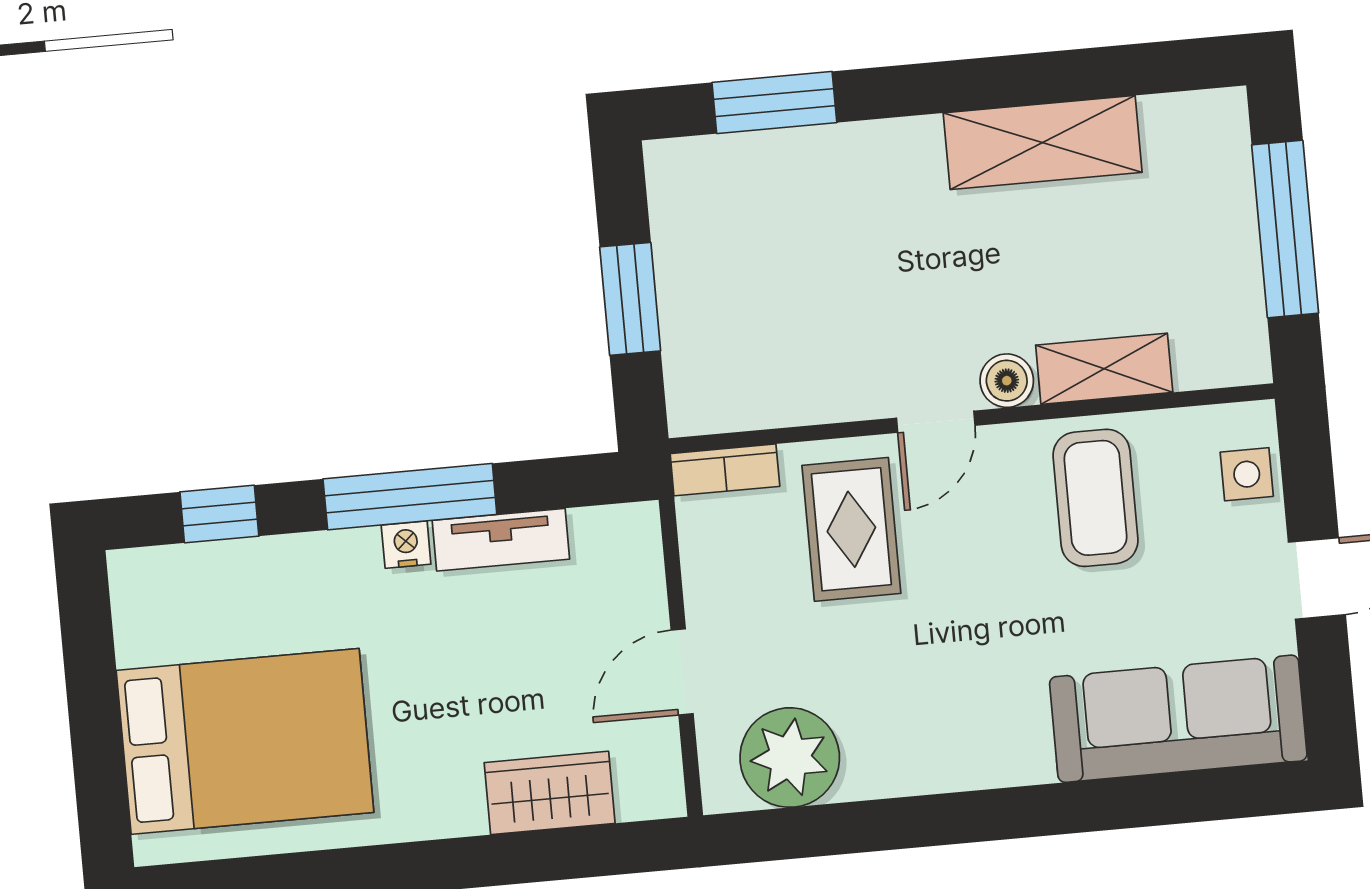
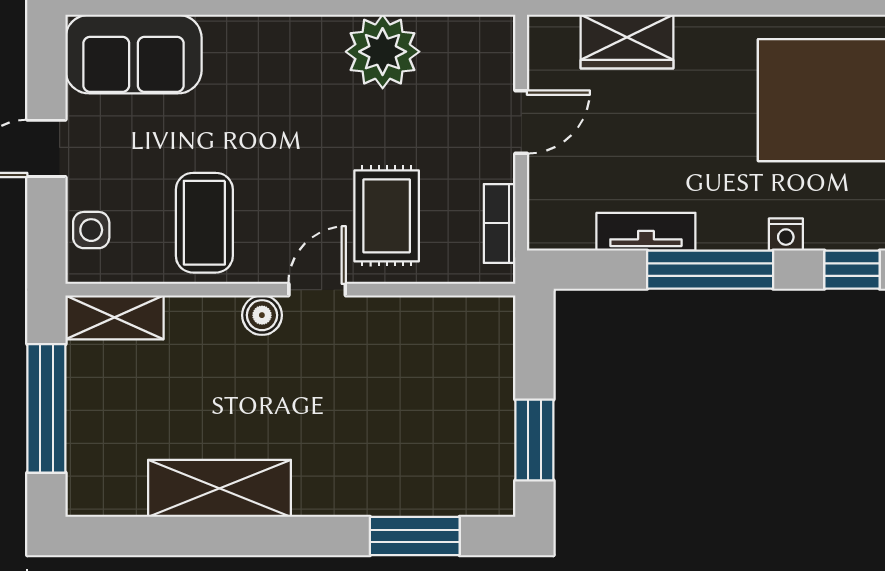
window: (630, 299) -> (534, 440), moved
shelving: (1104, 369) -> (114, 317), moved
bookcase: (725, 470) -> (500, 223), moved, turned -90
nightstand: (406, 545) -> (786, 235), moved
sofa: (1178, 719) -> (134, 54), width x0.73
plant: (790, 758) -> (383, 52), moved

